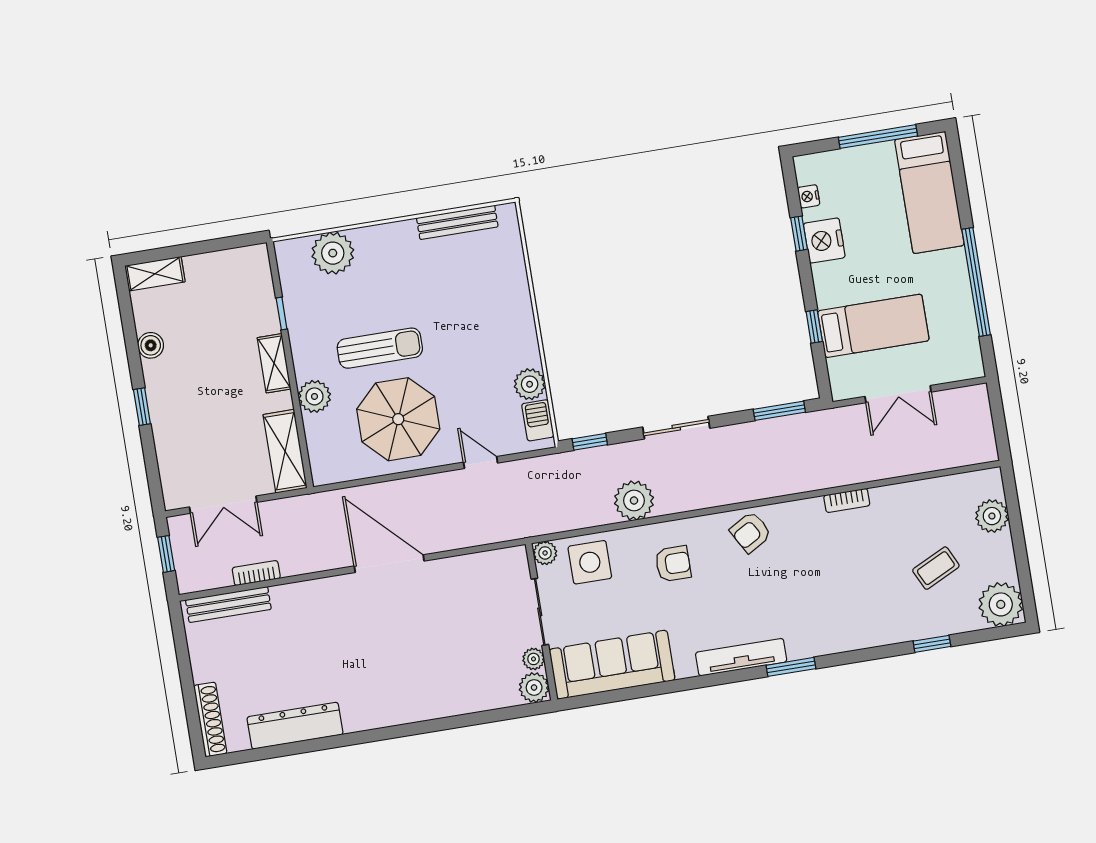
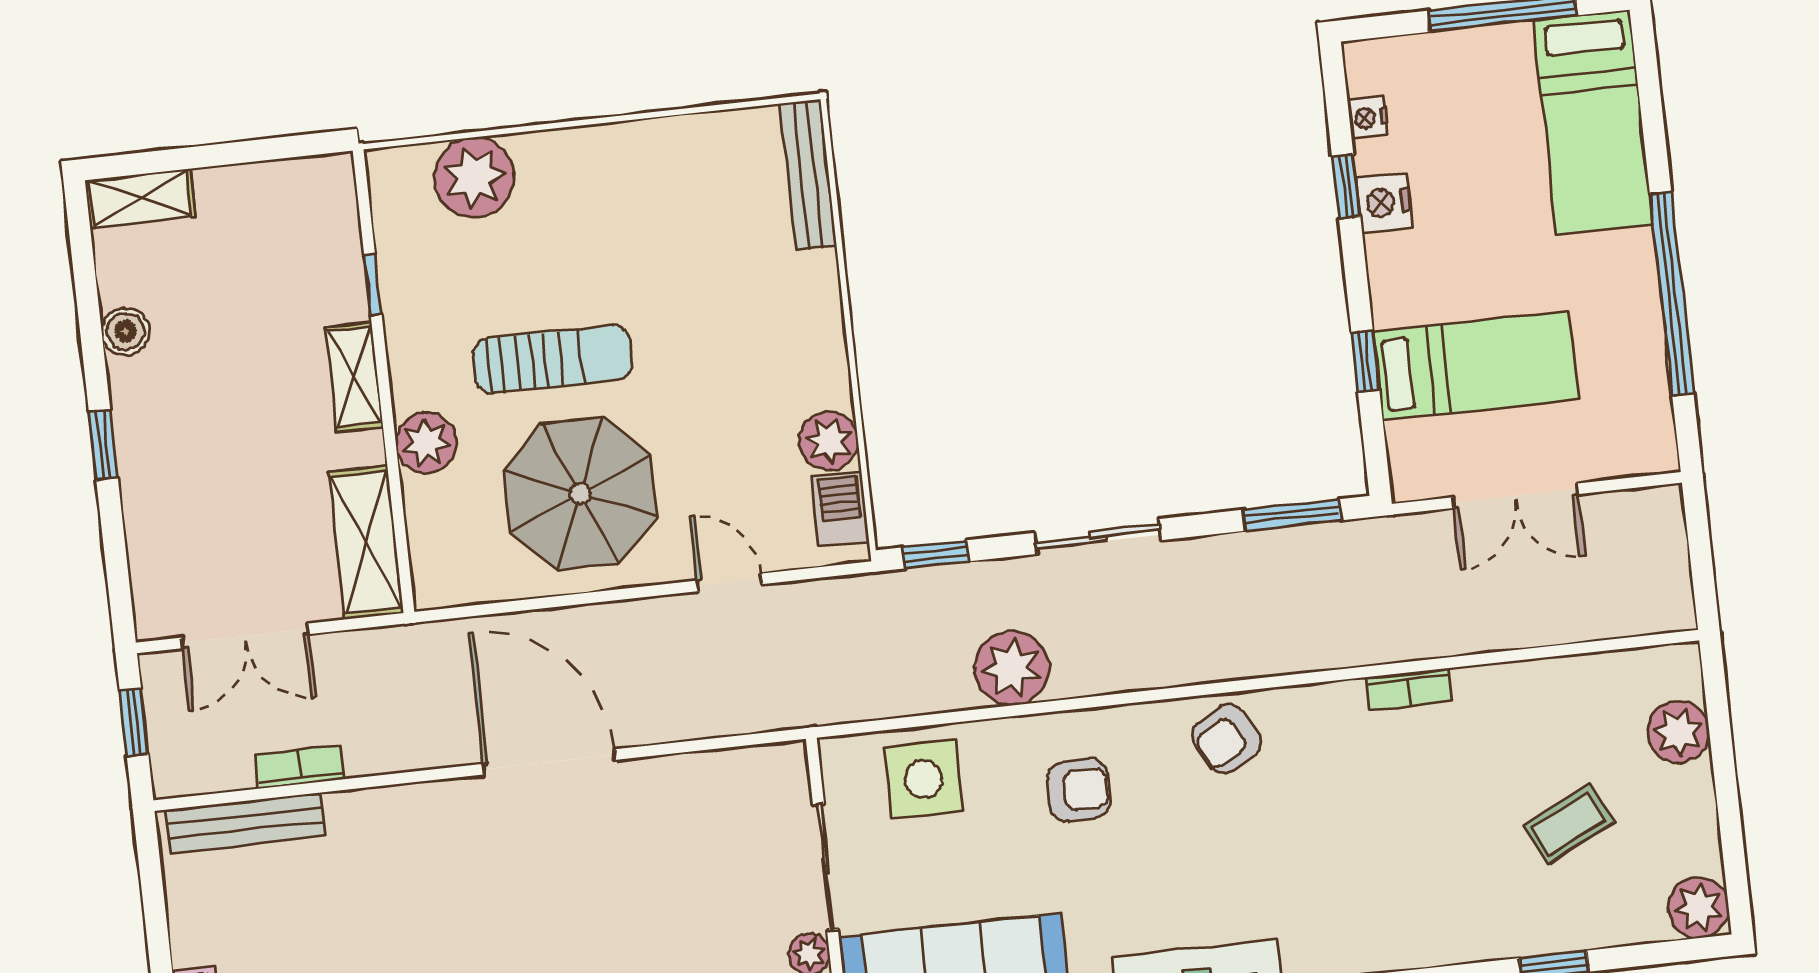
bench: (457, 222) -> (808, 175), moved, turned 90
nightstand: (824, 240) -> (1384, 203), width x0.74, depth x0.75
plant: (545, 553) -> (841, 757), removed
plant: (1001, 604) -> (1698, 908), width x0.73, depth x0.73

